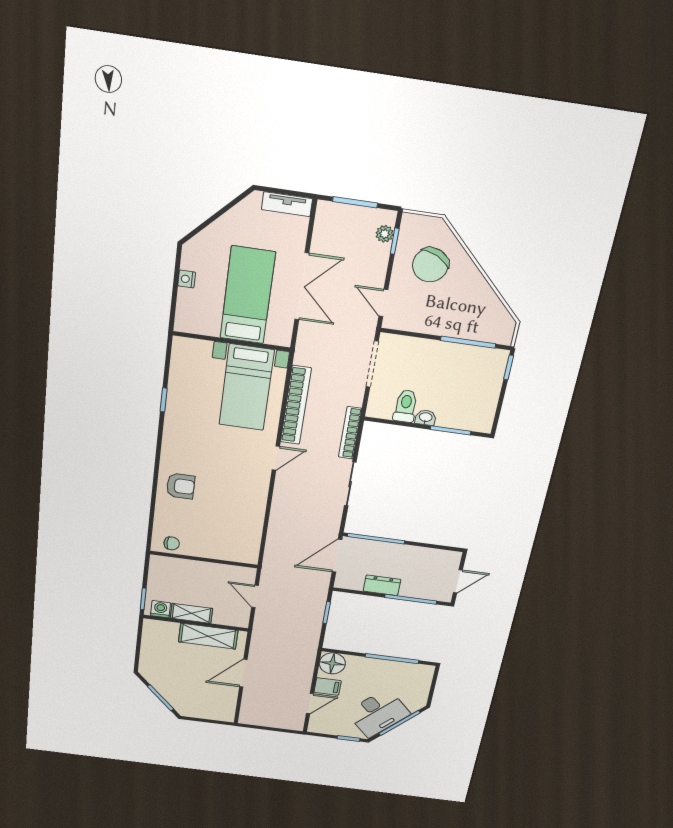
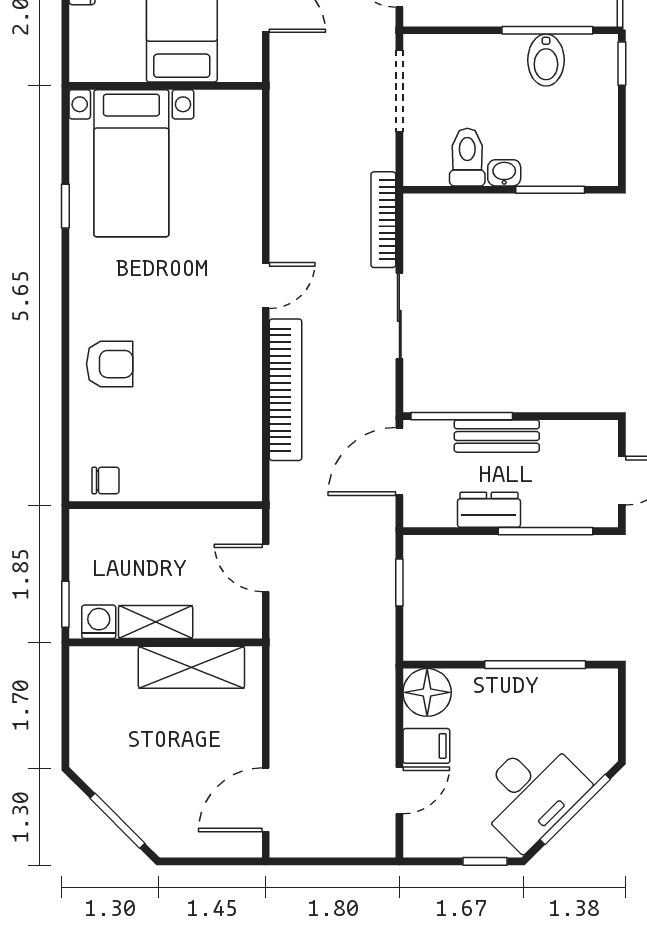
bidet: (464, 359) -> (546, 60), added
bed with nightstands: (246, 387) -> (131, 163), moved
bookcase: (296, 405) -> (286, 390), moved
bench: (394, 551) -> (497, 436), added
door: (243, 673) -> (266, 800), moved

